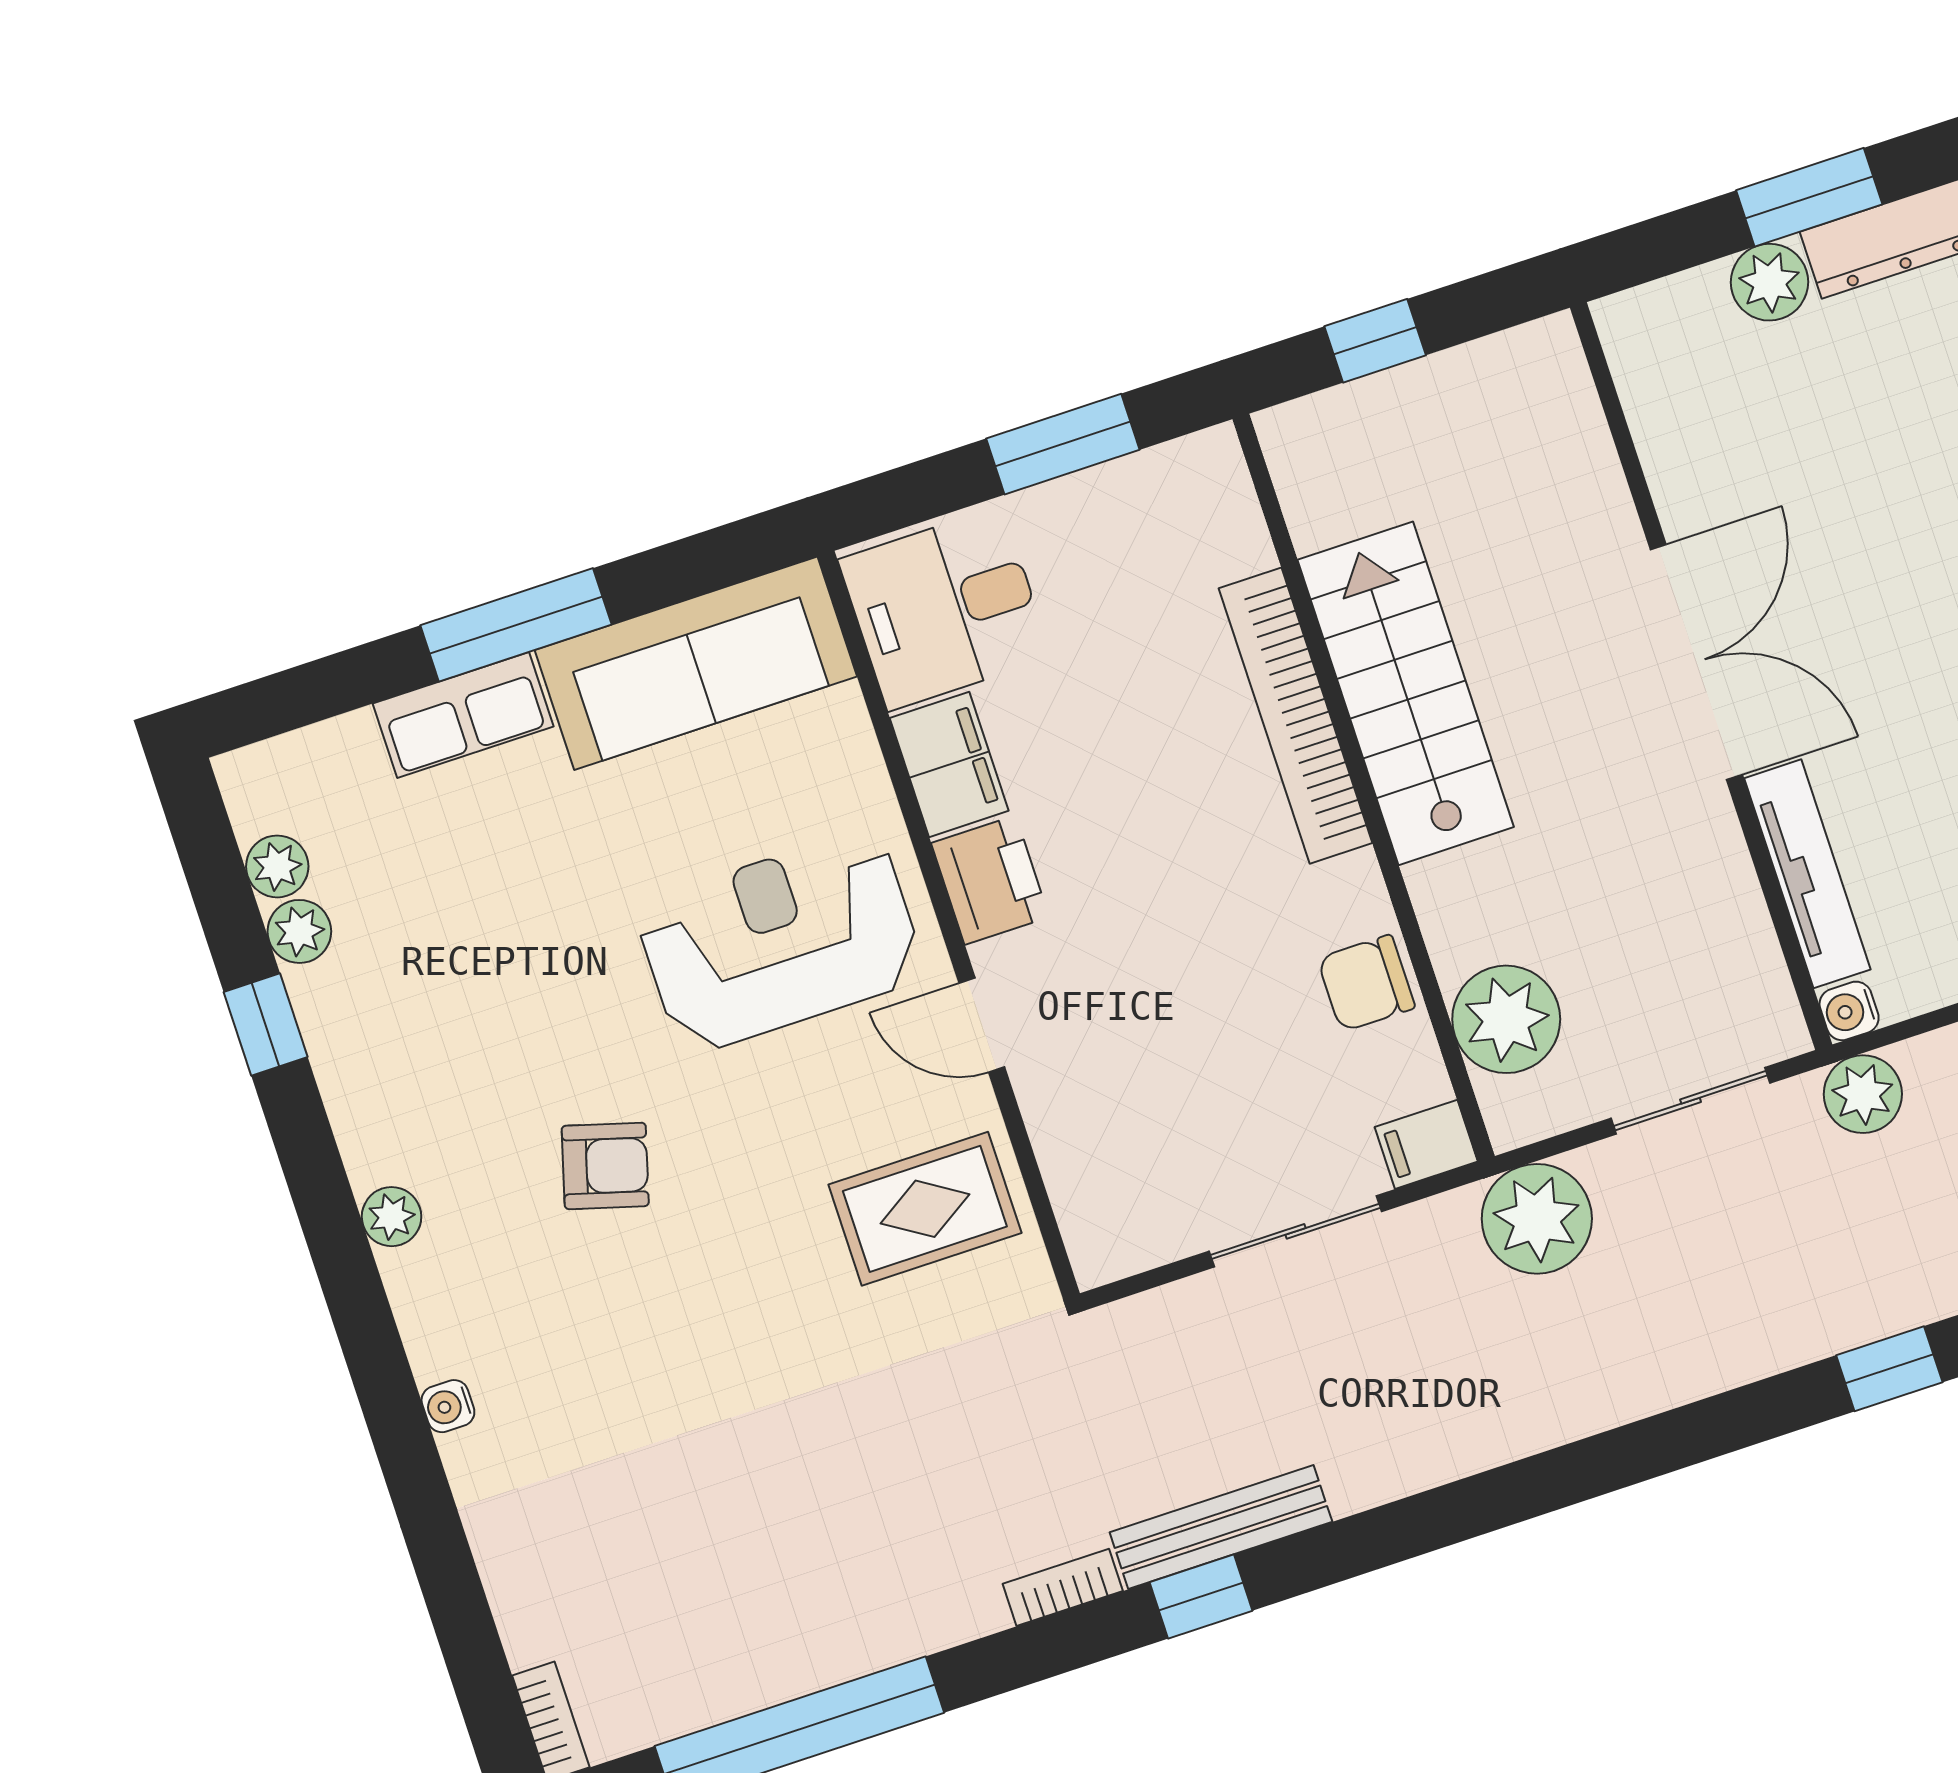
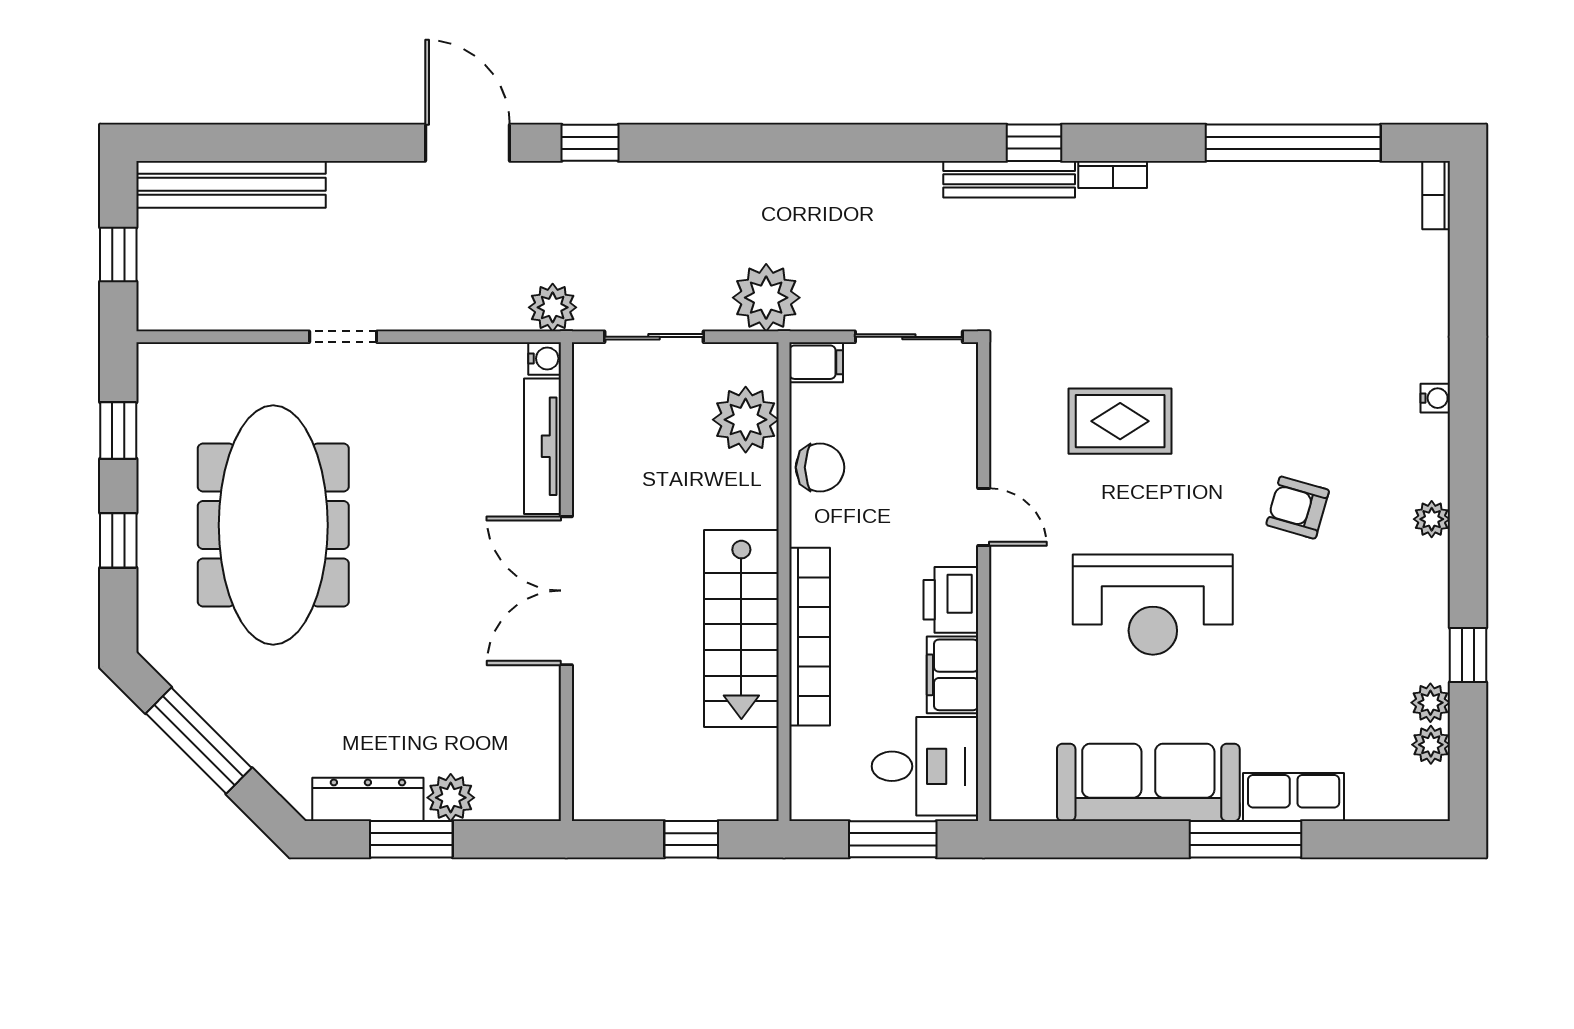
desk: (945, 609) -> (925, 766), moved
filing cabinet: (949, 764) -> (952, 675), moved
printer: (990, 880) -> (951, 600), moved
wall: (949, 925) -> (984, 582), moved
door: (982, 1025) -> (984, 517), moved

